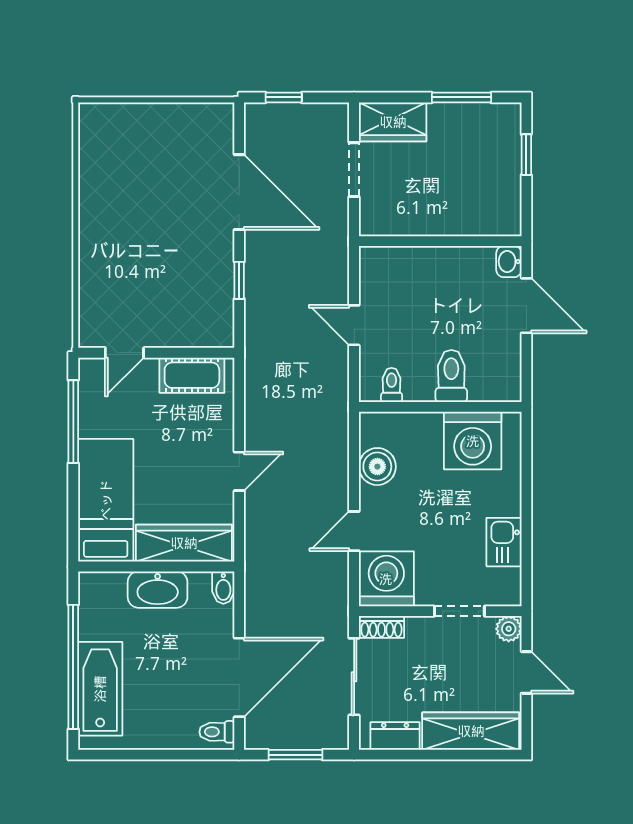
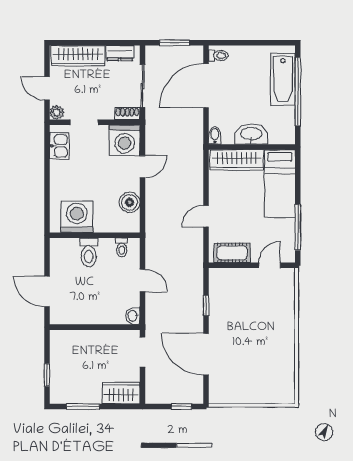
doorway: (354, 170) -> (142, 352), moved
washbasin: (509, 262) -> (133, 316), moved, turned 180
door: (239, 471) -> (206, 216), moved
kitchen sink: (504, 542) -> (59, 146), moved

